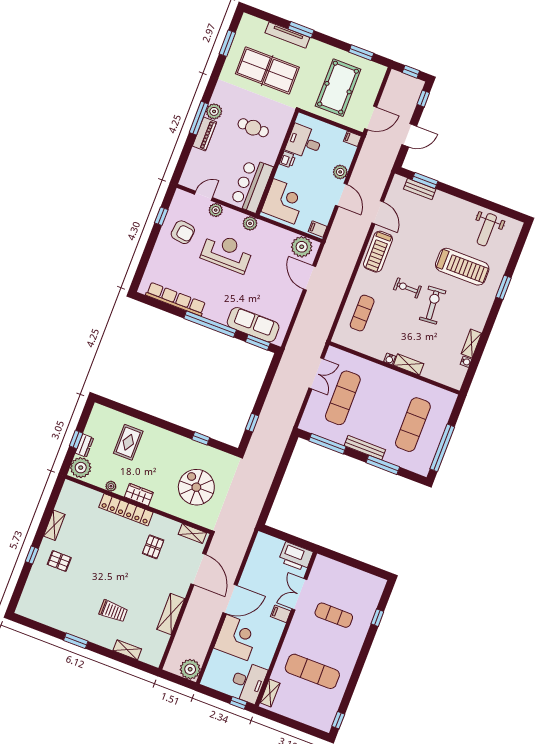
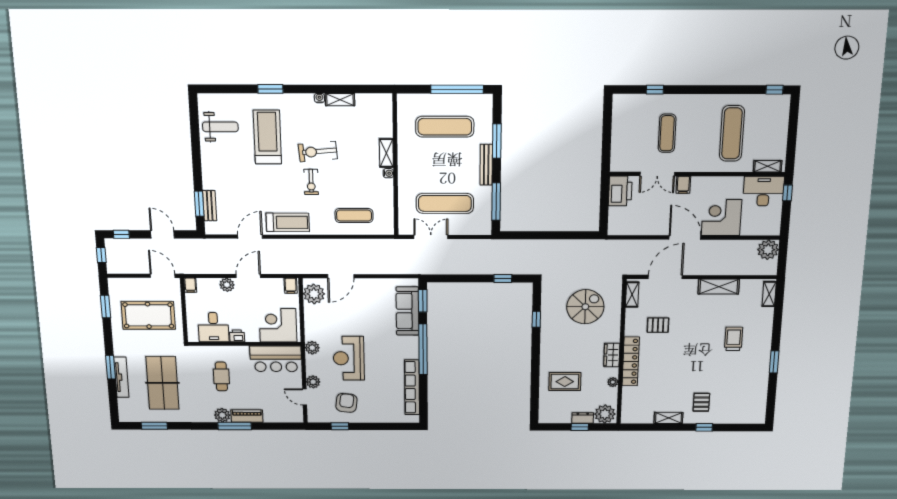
water cooler: (466, 362) -> (319, 98), moved
spiral stairs: (196, 487) -> (585, 307), turned 180
shelving: (127, 650) -> (769, 294), moved

